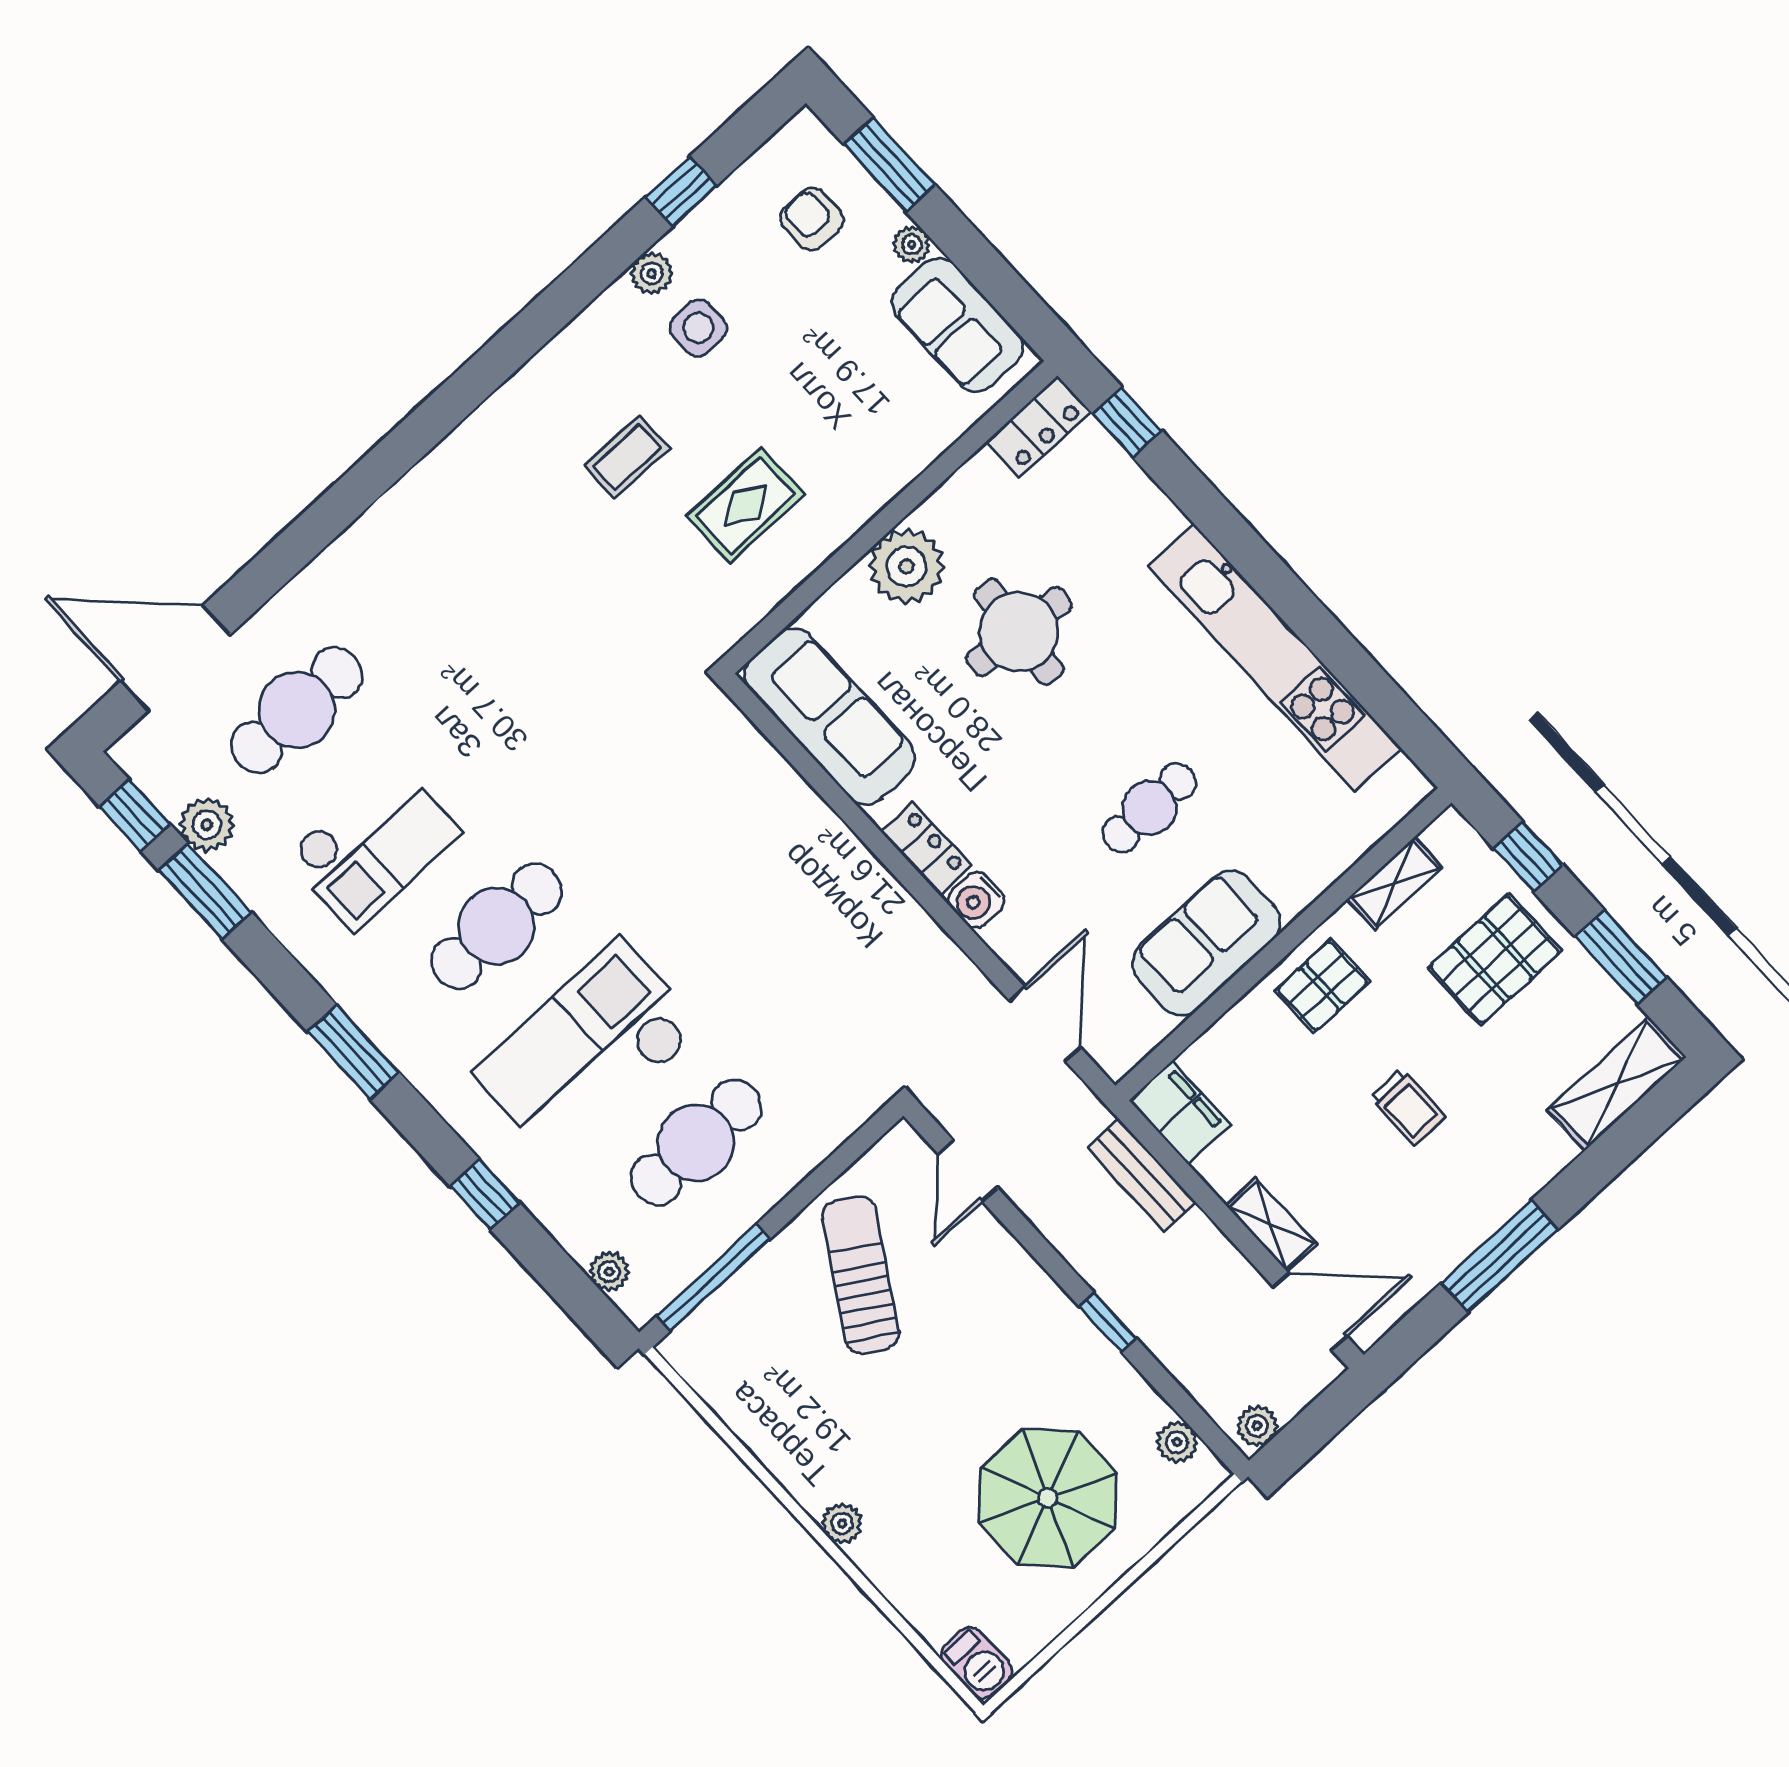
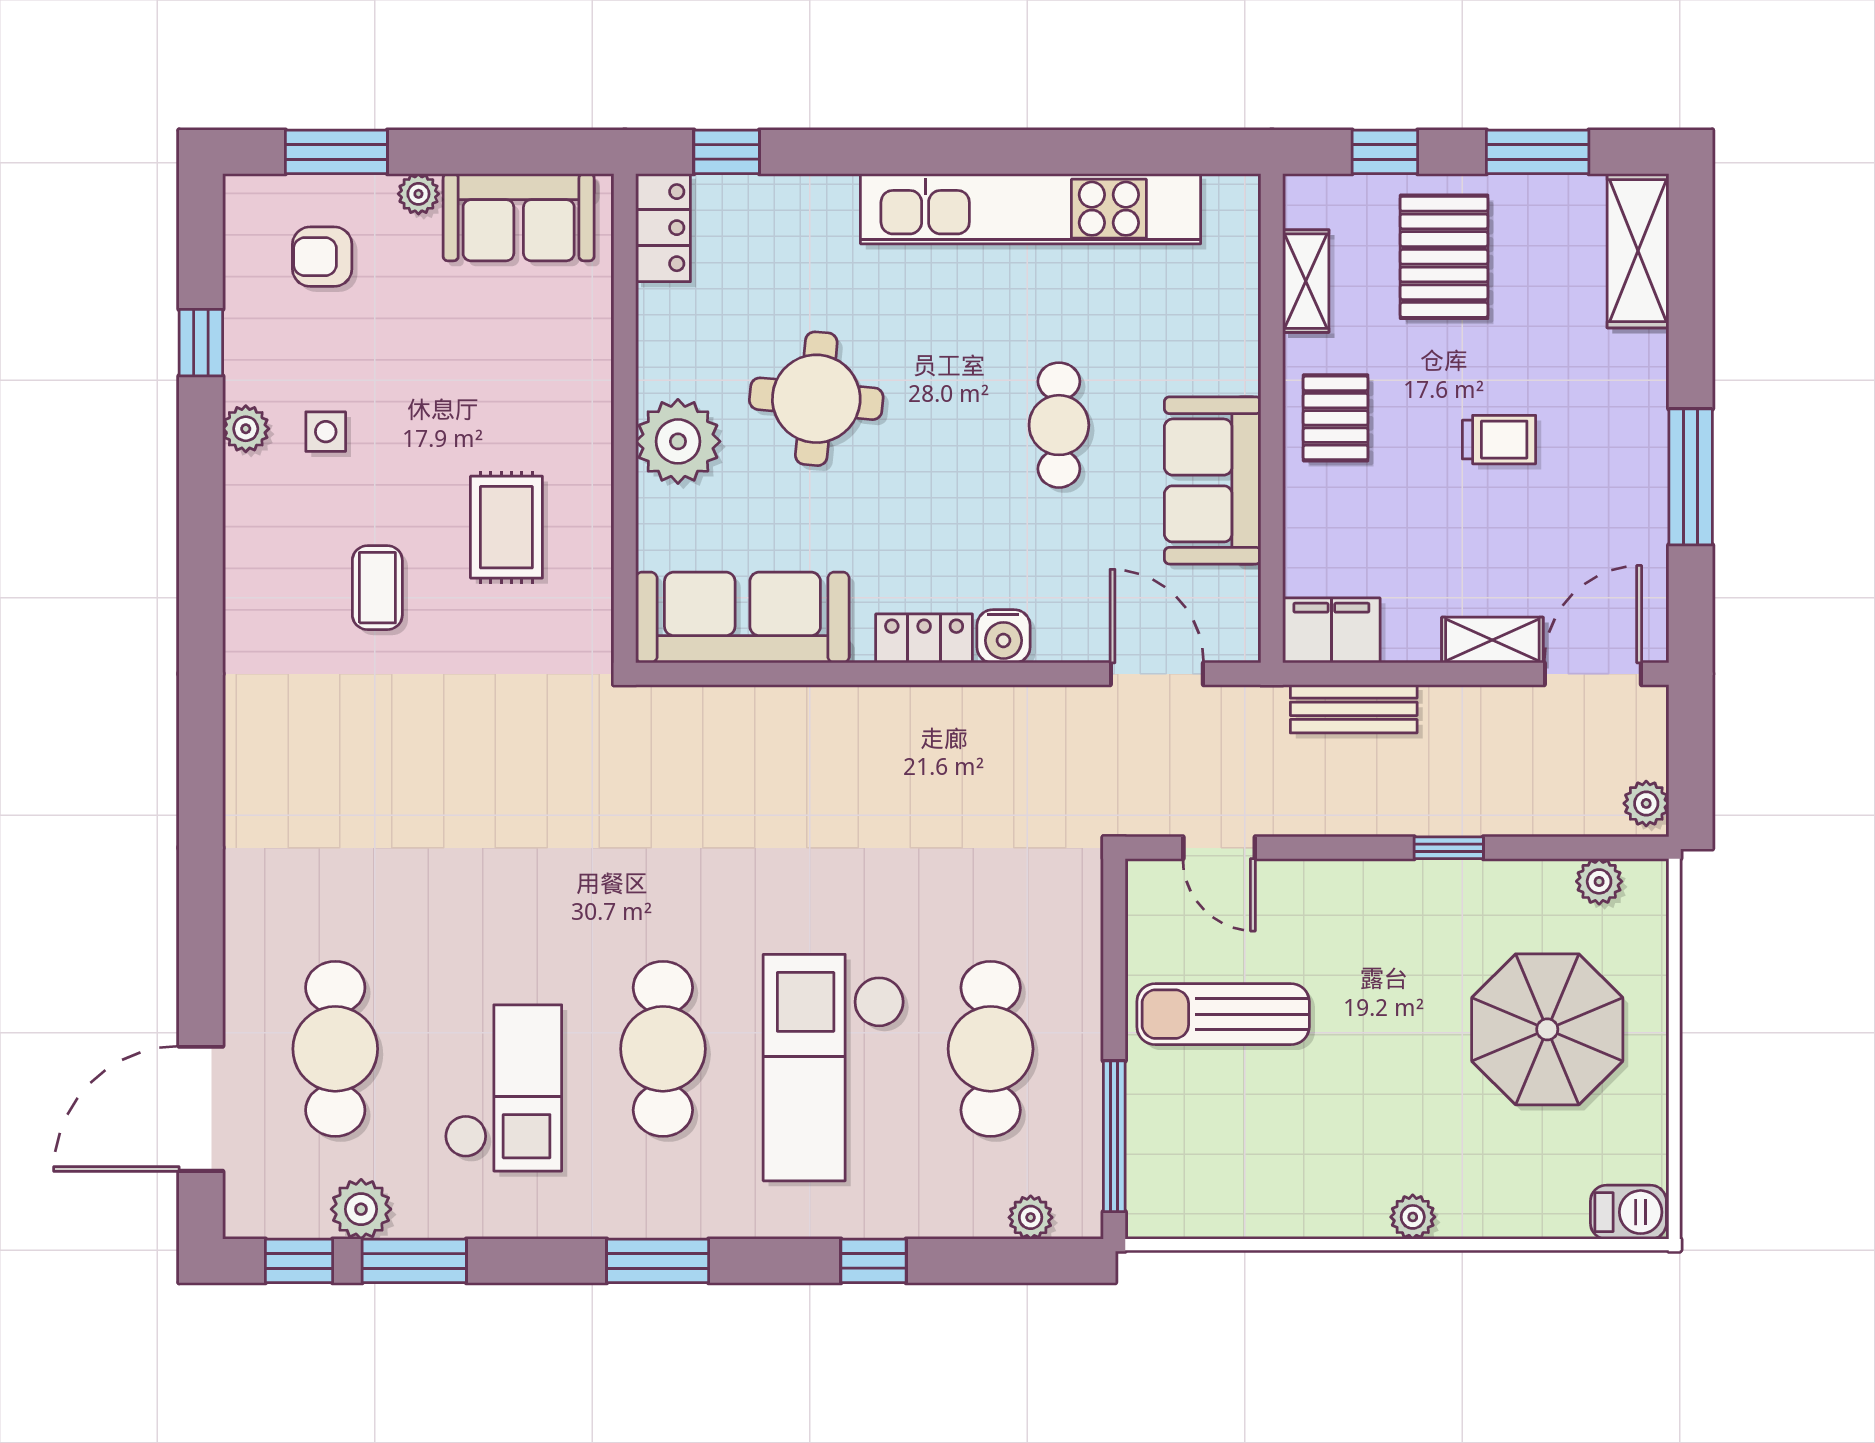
side table: (698, 328) -> (326, 432), width x0.73, depth x0.73
sun lounger: (860, 1275) -> (1223, 1014), turned -32

